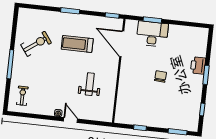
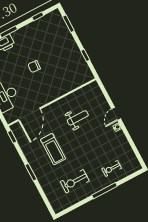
exercise bike: (36, 44) -> (75, 181), turned -54
weight bench: (90, 84) -> (78, 118), turned 180
exercise bike: (22, 96) -> (112, 168), moved

